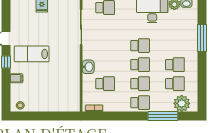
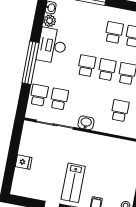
school desk: (105, 27) -> (59, 99), added
washbasin: (88, 67) -> (86, 123), moved

